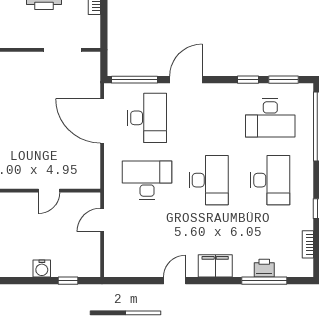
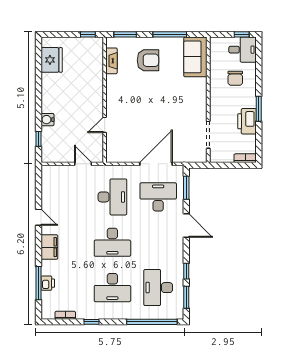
window: (135, 80) -> (186, 188), width x0.69
desk: (147, 118) -> (158, 197), turned 180
door: (49, 191) -> (105, 125), hinge flipped

